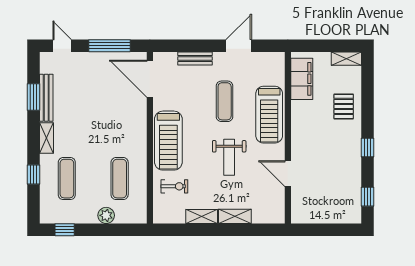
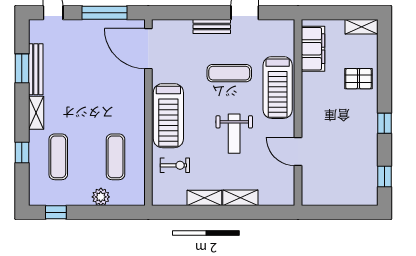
bench: (195, 58) -> (212, 27), moved
exercise mat: (225, 101) -> (229, 73), turned 90
pallet: (344, 106) -> (358, 79), turned 90

